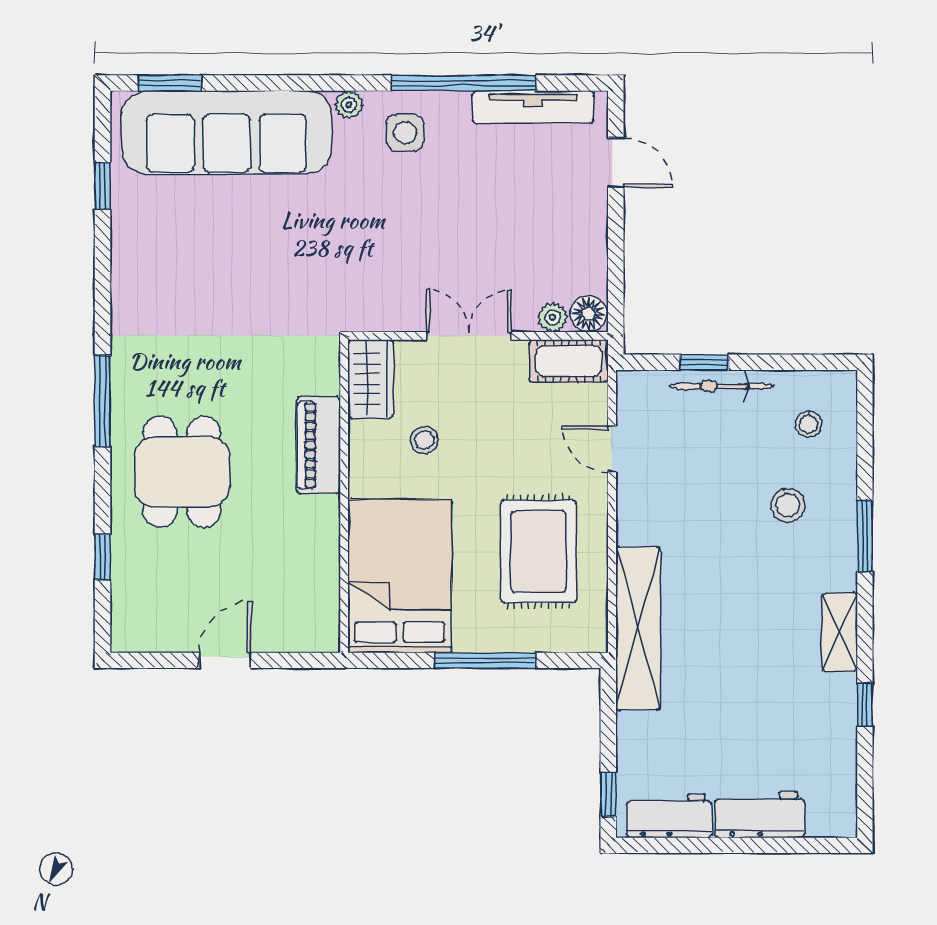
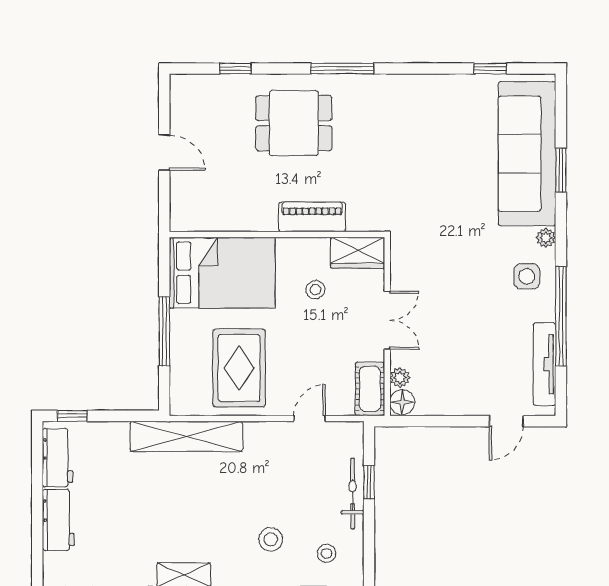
window: (170, 83) -> (561, 170), moved
rug: (538, 552) -> (239, 368), turned 90

